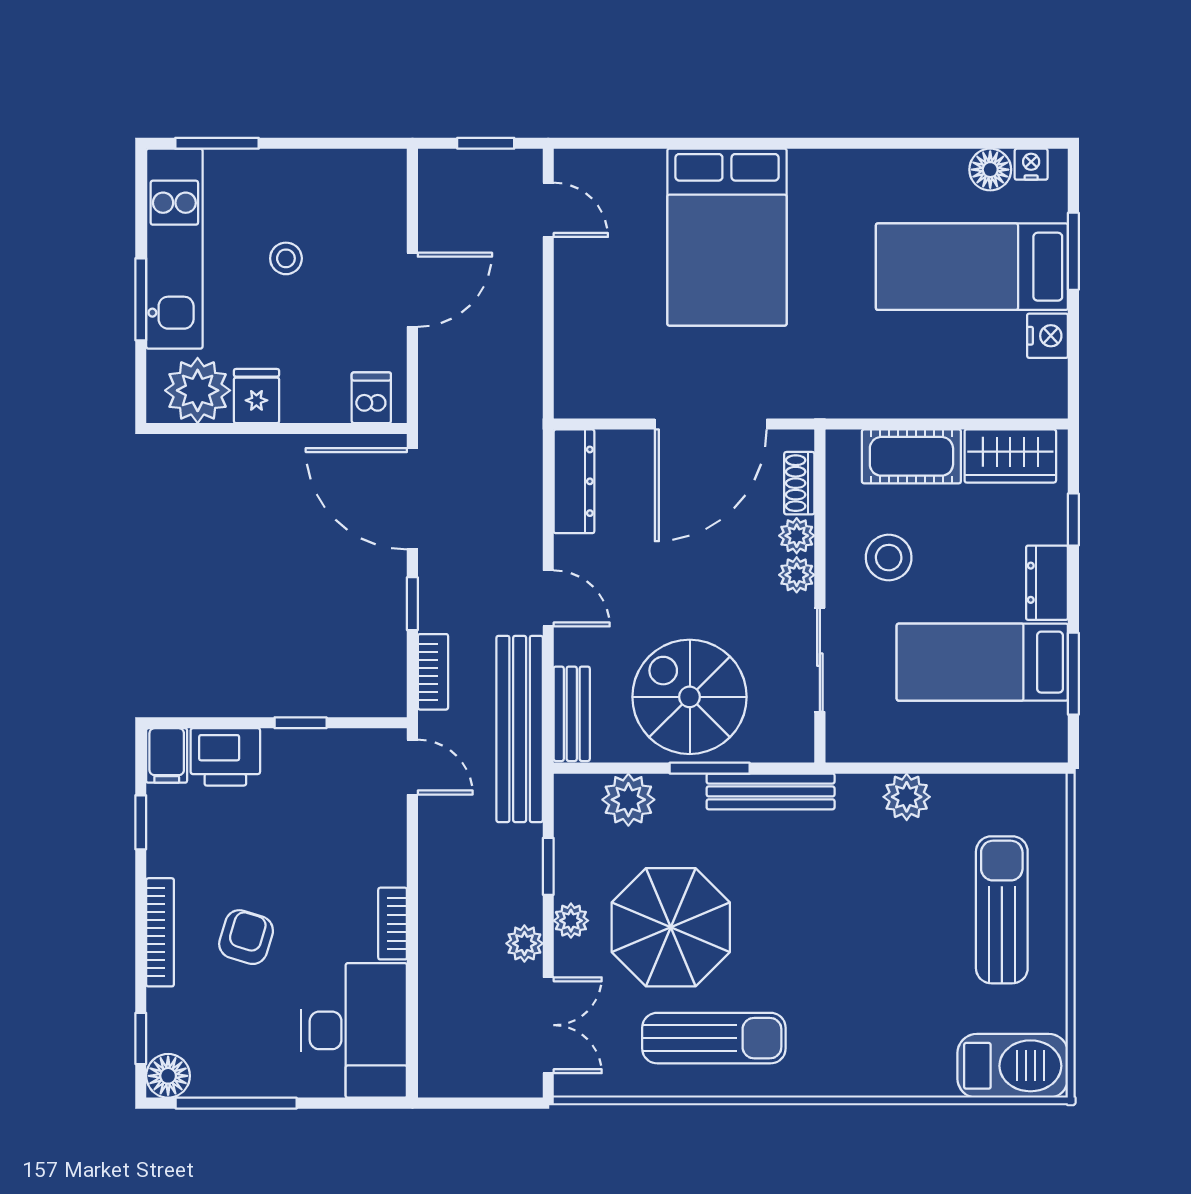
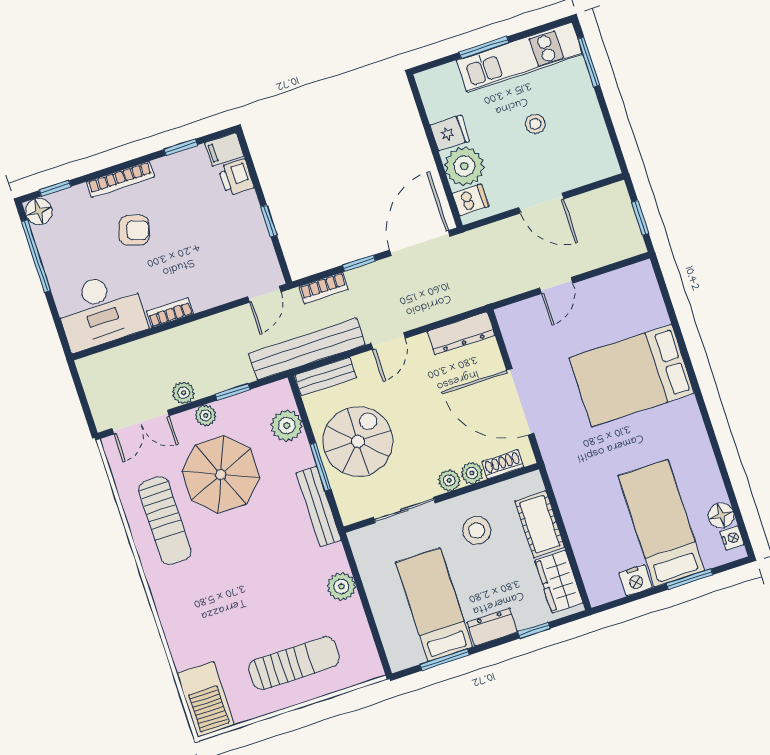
door: (548, 210) -> (556, 286), moved
plant: (198, 390) -> (464, 166), moved
printer: (225, 757) -> (236, 177), width x0.73, depth x0.81

